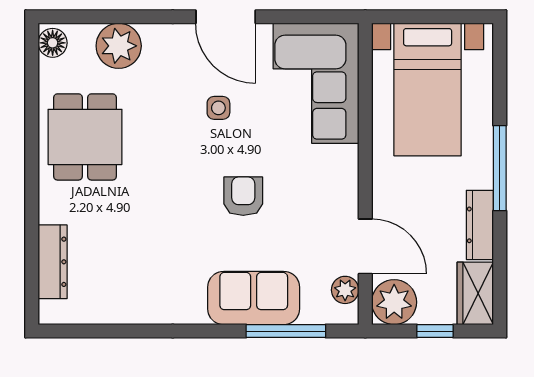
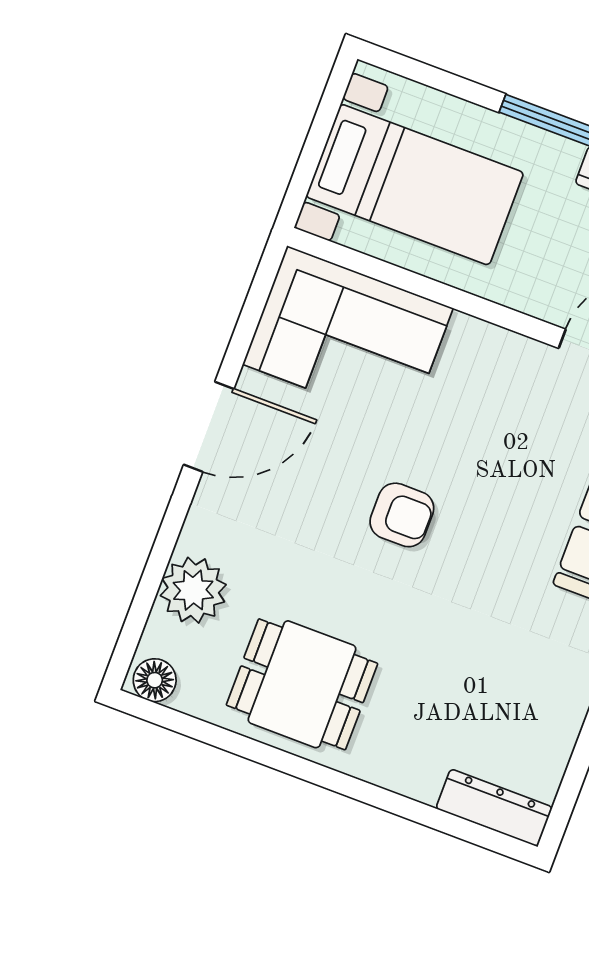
side table: (218, 108) -> (331, 484), removed
armchair: (243, 196) -> (402, 515), moved, turned 180
dresser: (53, 262) -> (494, 808), moved

